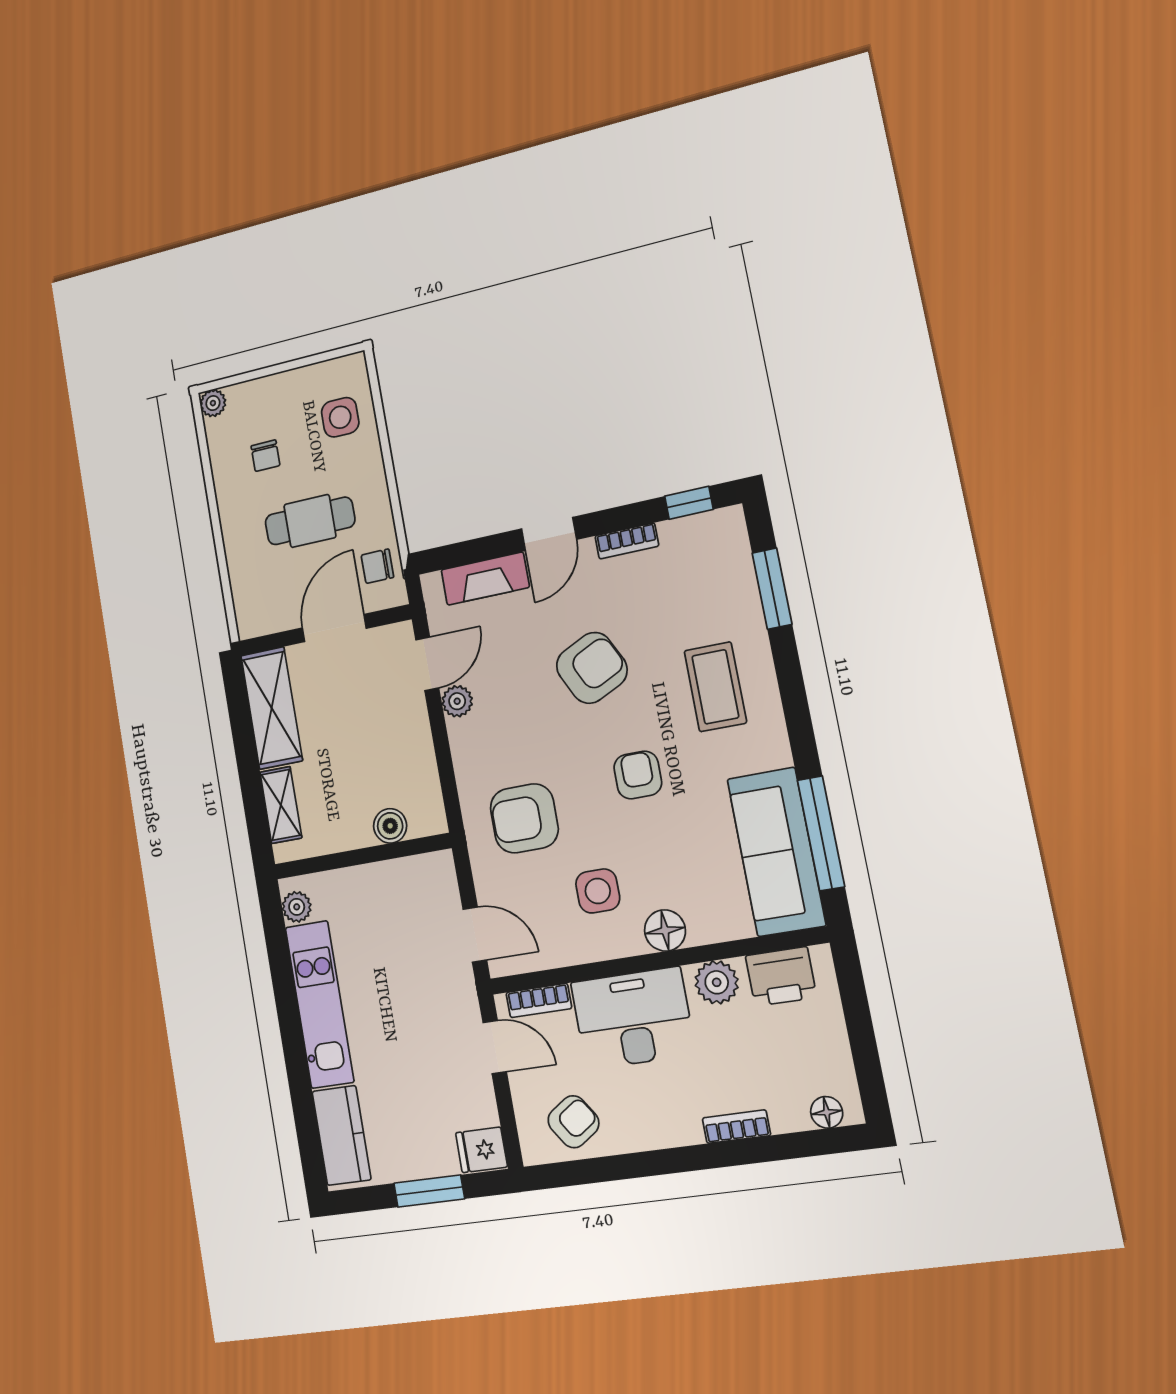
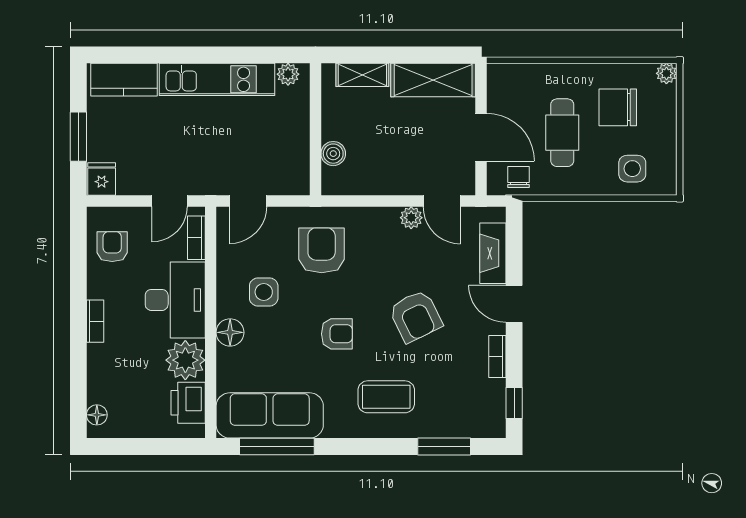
chair: (265, 456) -> (618, 107), width x1.87, depth x1.87
plant: (717, 982) -> (185, 360), width x1.36, depth x1.36
armchair: (573, 1122) -> (112, 247), turned -146
bookcase: (736, 1127) -> (95, 321), moved

